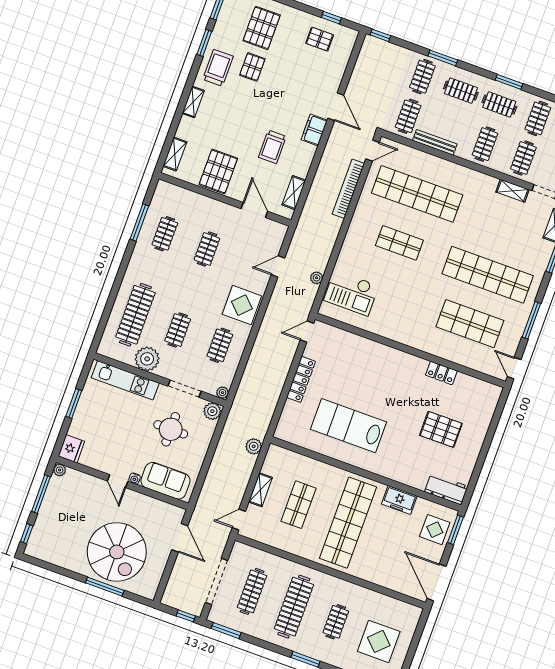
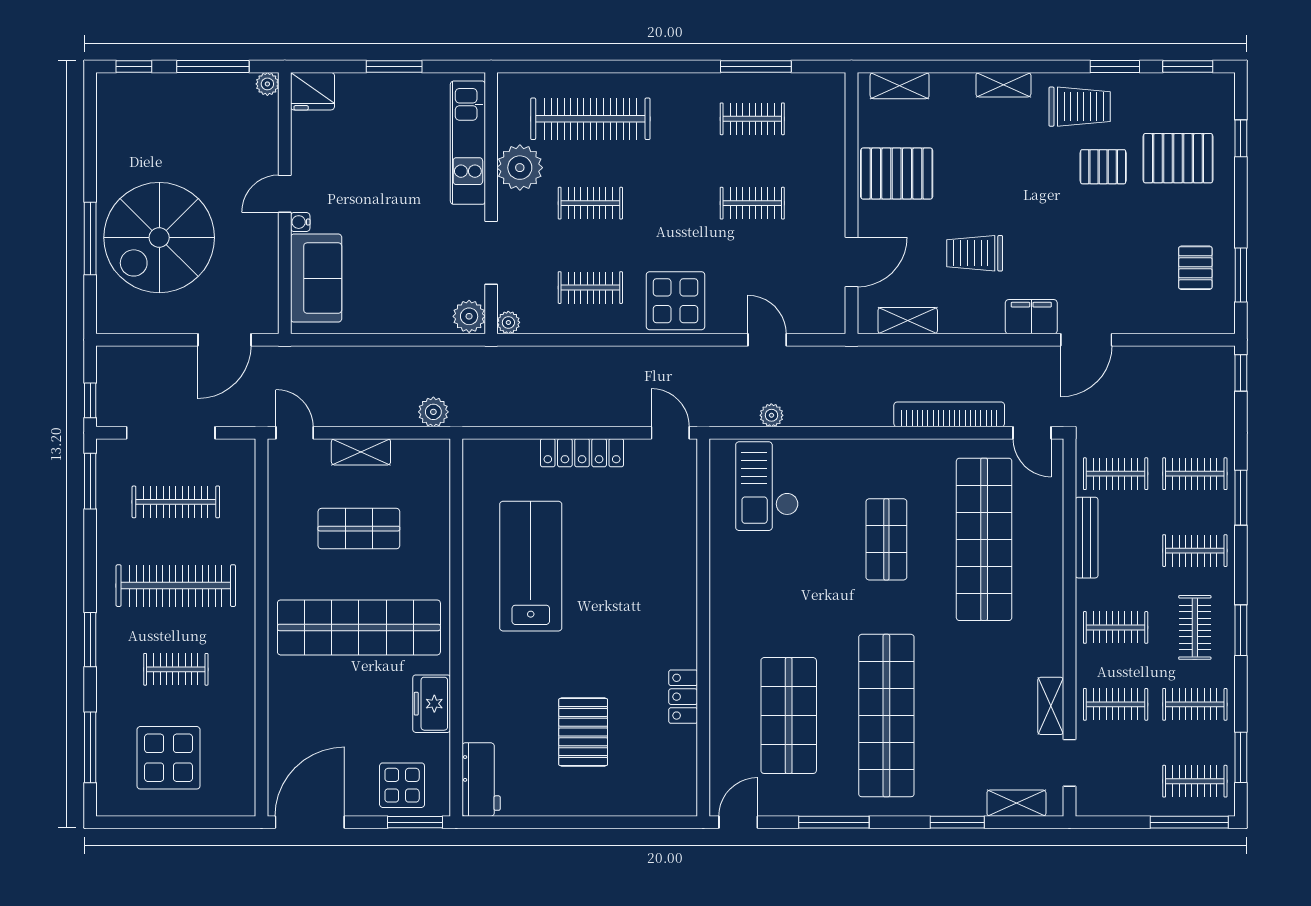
window: (331, 18) -> (1241, 275), width x1.50
clothes rail: (461, 91) -> (1195, 551), turned 90
round table: (171, 429) -> (410, 254), removed

